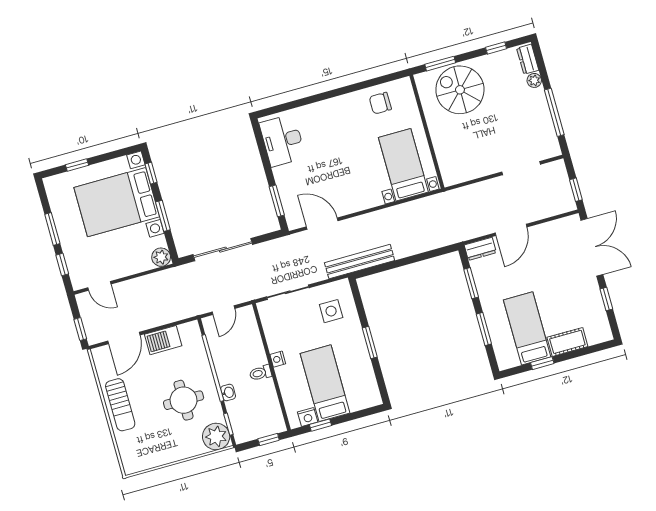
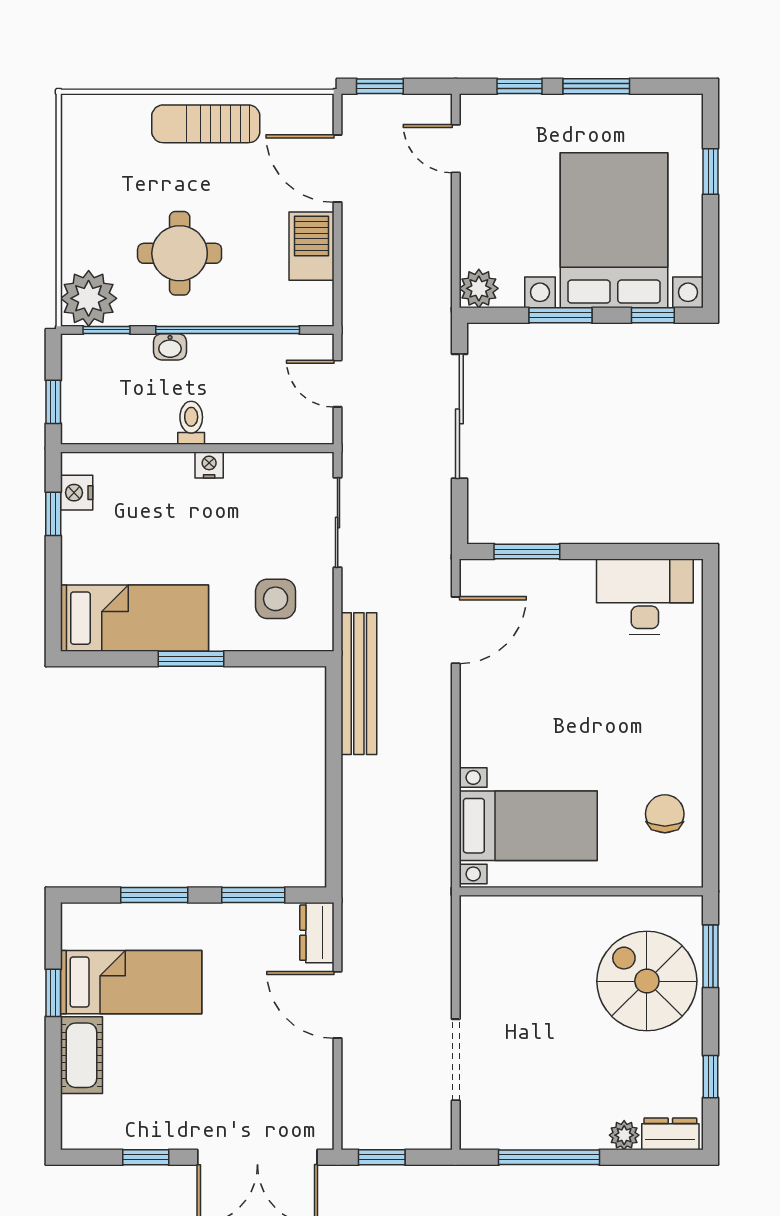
spiral stairs: (460, 90) -> (647, 981), turned -90
door: (99, 286) -> (456, 149), hinge flipped
bed: (325, 383) -> (134, 618), moved

